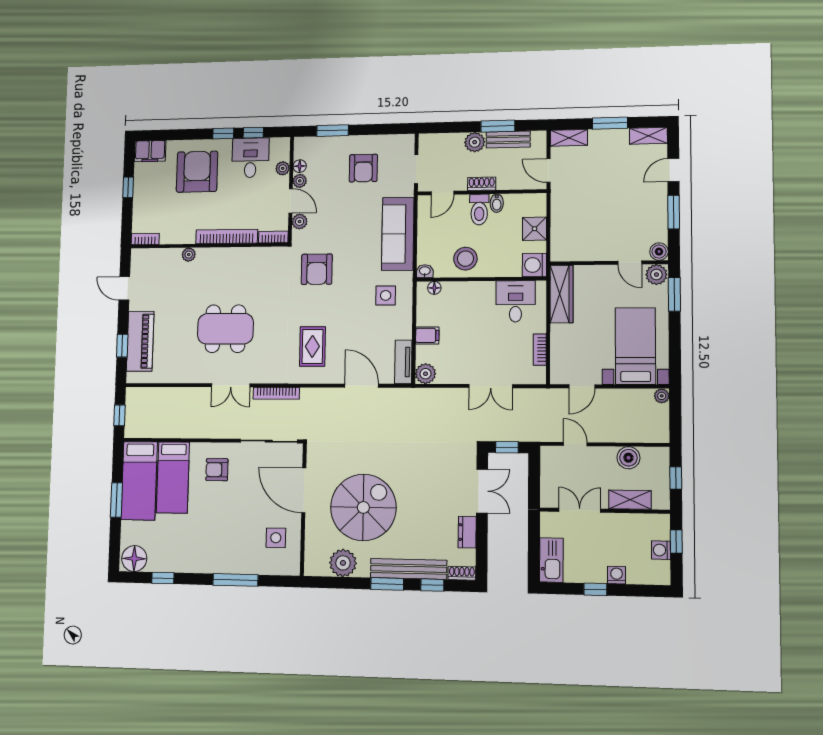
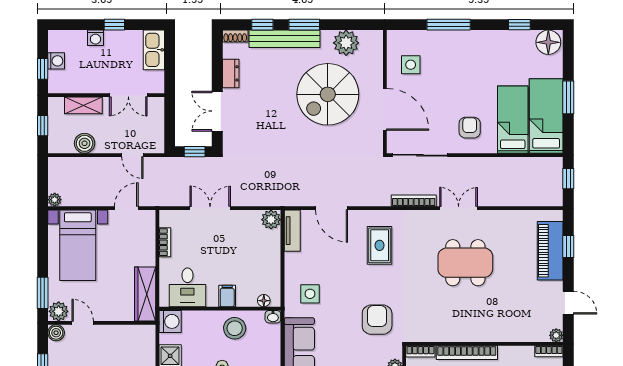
plant: (189, 255) -> (556, 335), moved
filing cabinet: (427, 335) -> (227, 296), moved, turned 90
armchair: (217, 470) -> (470, 128), turned -90

